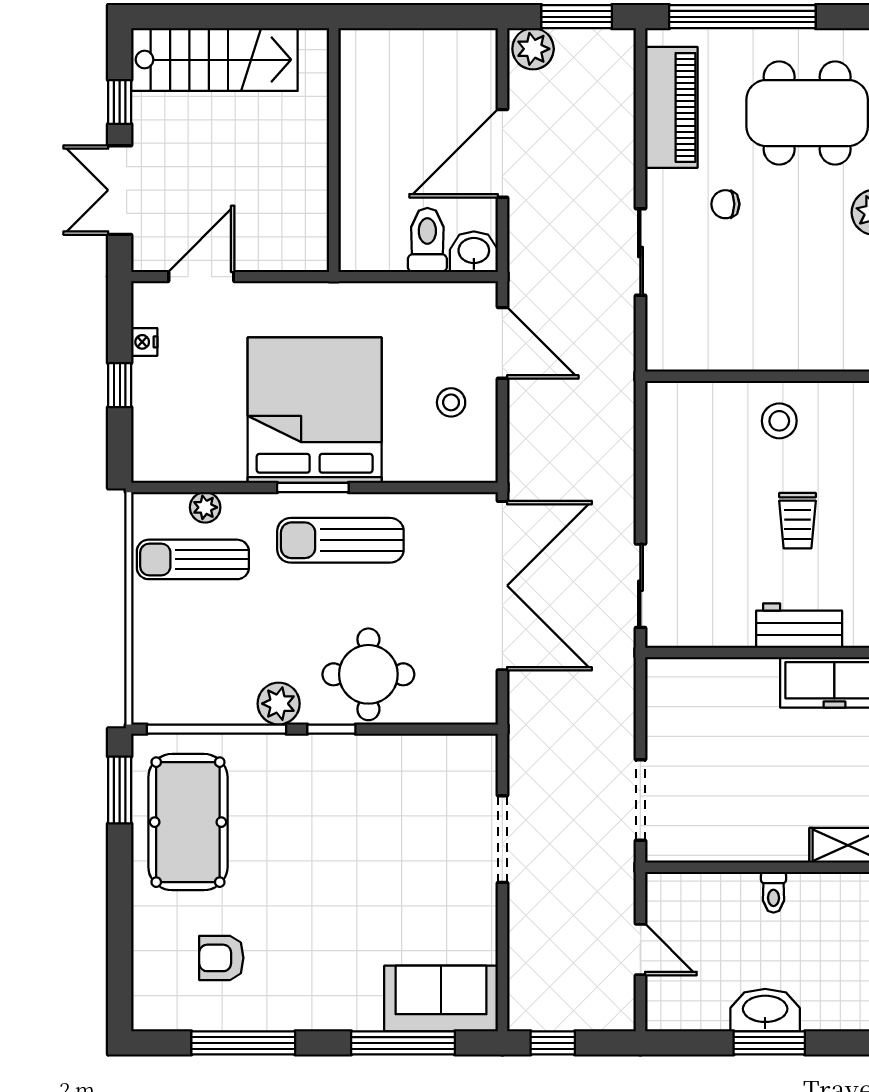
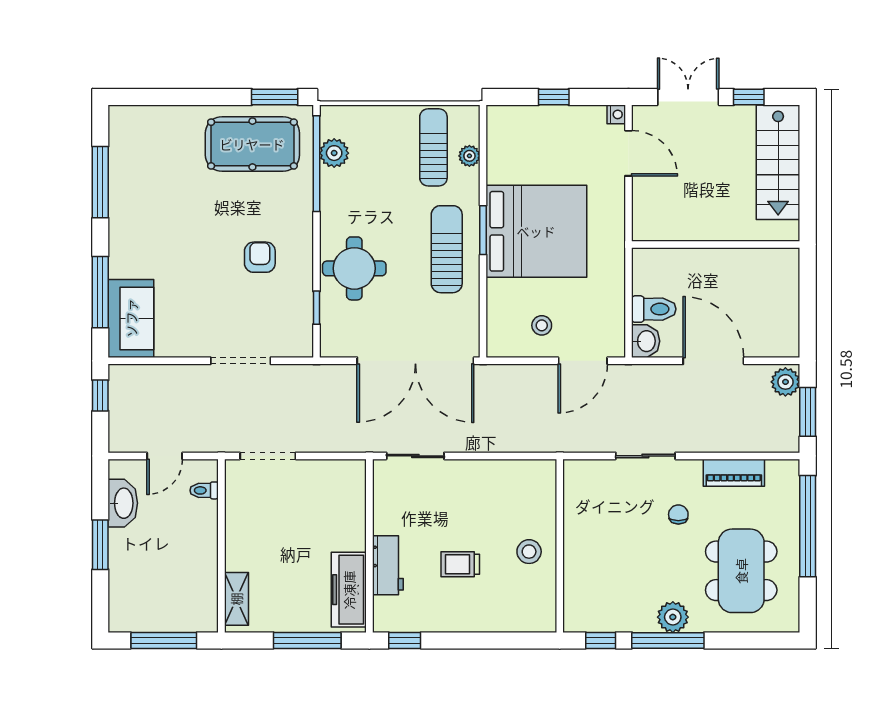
piano: (671, 107) -> (734, 473), width x0.73, depth x0.75
nightstand: (144, 342) -> (616, 114), moved, turned 90
plant: (279, 704) -> (334, 153), moved
window: (331, 729) -> (317, 308), moved
toilet: (773, 892) -> (204, 490), moved
armchair: (221, 958) -> (260, 257), moved
washbasin: (765, 1010) -> (123, 503), moved

